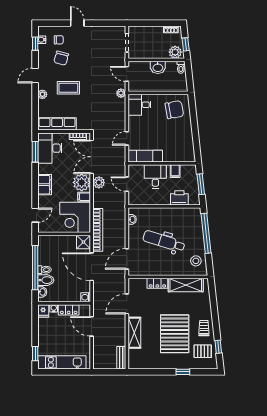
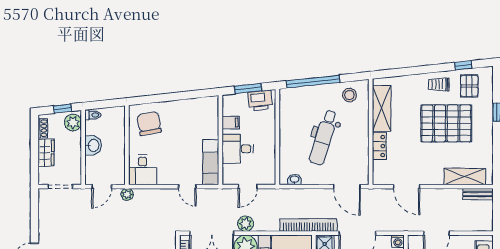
wardrobe: (152, 32) -> (46, 153), added
printer: (179, 198) -> (260, 100), moved, turned -96
shelving: (134, 333) -> (465, 176), moved

